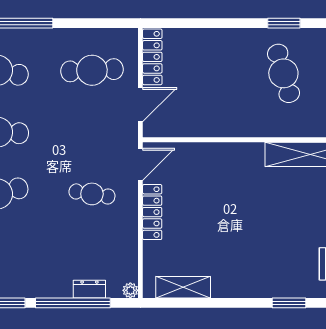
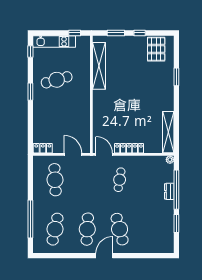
window: (284, 23) -> (30, 92), moved
locker: (152, 57) -> (43, 148), width x0.66
shelving: (183, 287) -> (168, 132), width x1.47
dresser: (89, 289) -> (169, 191), moved

